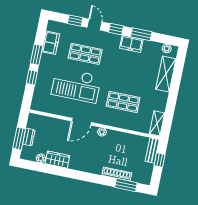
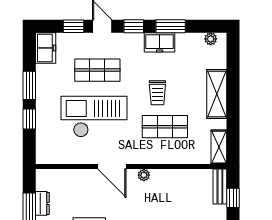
freezer: (51, 43) -> (46, 48), moved
shelving: (166, 74) -> (217, 94), moved
trolley: (123, 78) -> (157, 93), added
checkout: (76, 85) -> (94, 117), turned 180
door: (81, 122) -> (112, 167), hinge flipped

